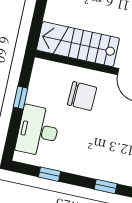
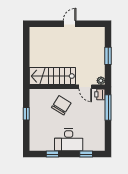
chair: (82, 96) -> (61, 105), turned -60
desk: (38, 131) -> (69, 140), moved, turned -90

